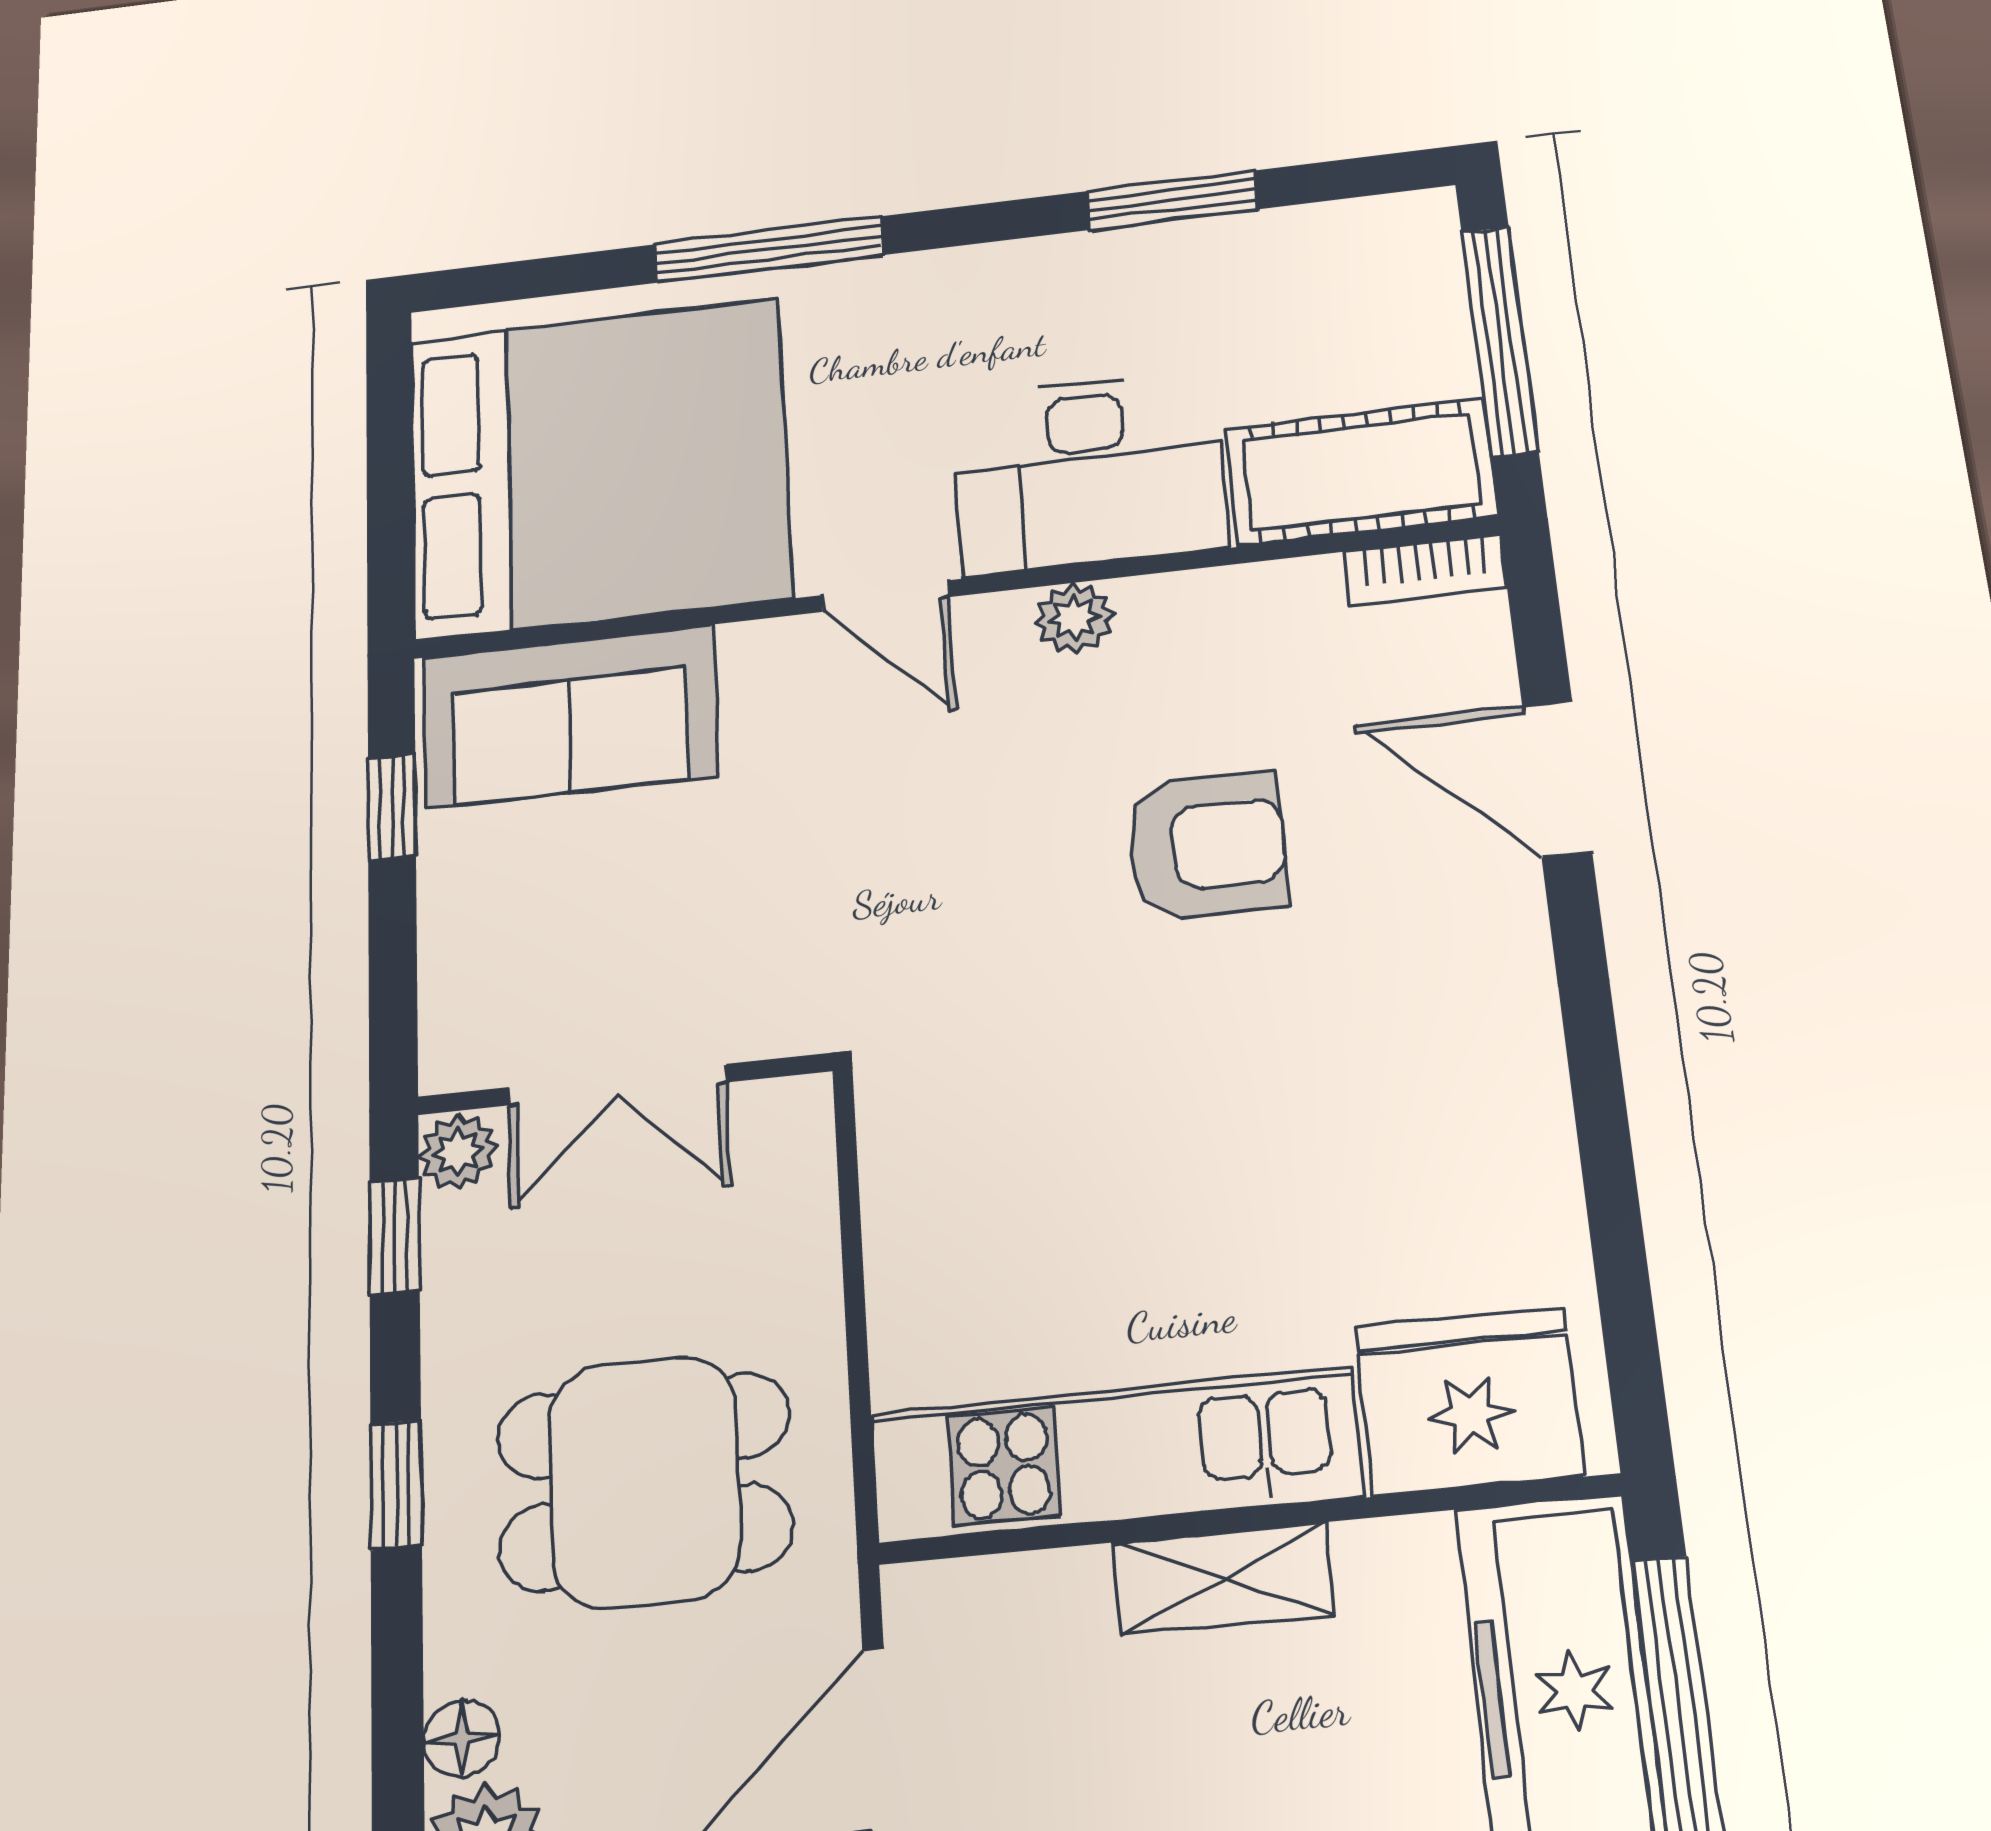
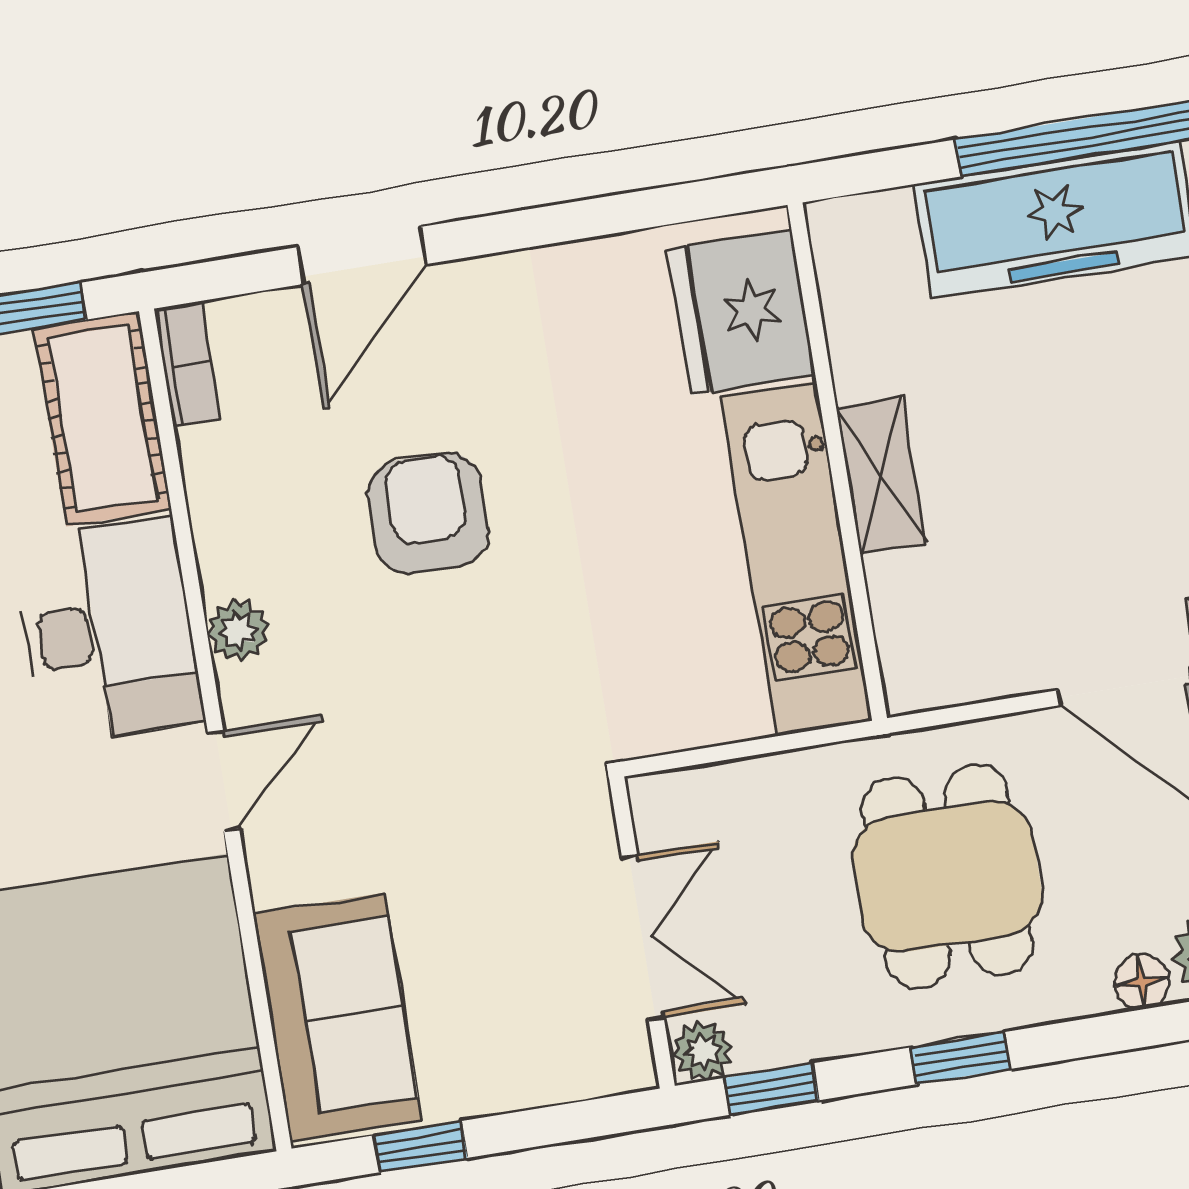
fridge: (1469, 1401) -> (742, 312), moved
kitchen unit: (1115, 1455) -> (796, 559), moved
wall: (1247, 1519) -> (837, 462), moved
shelving: (1223, 1579) -> (881, 475), moved

